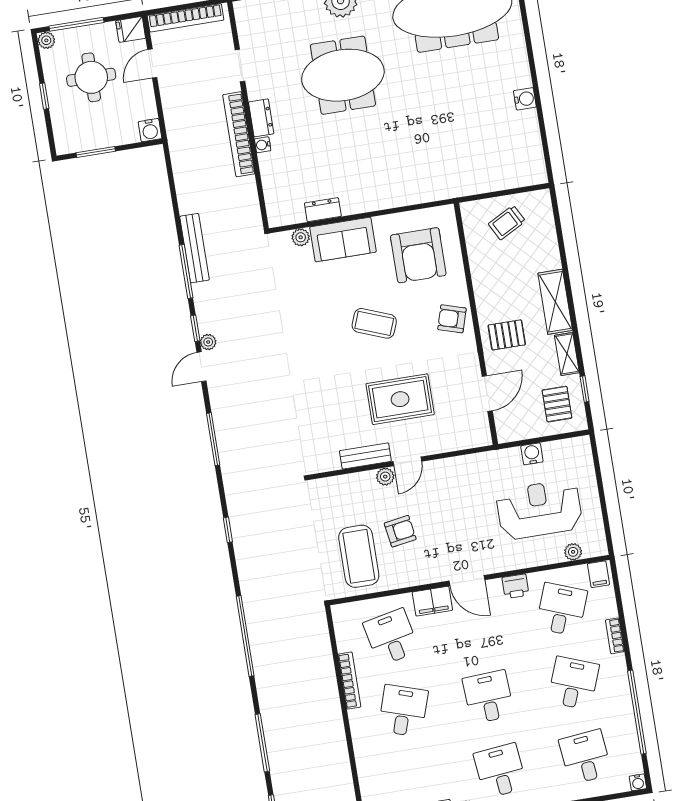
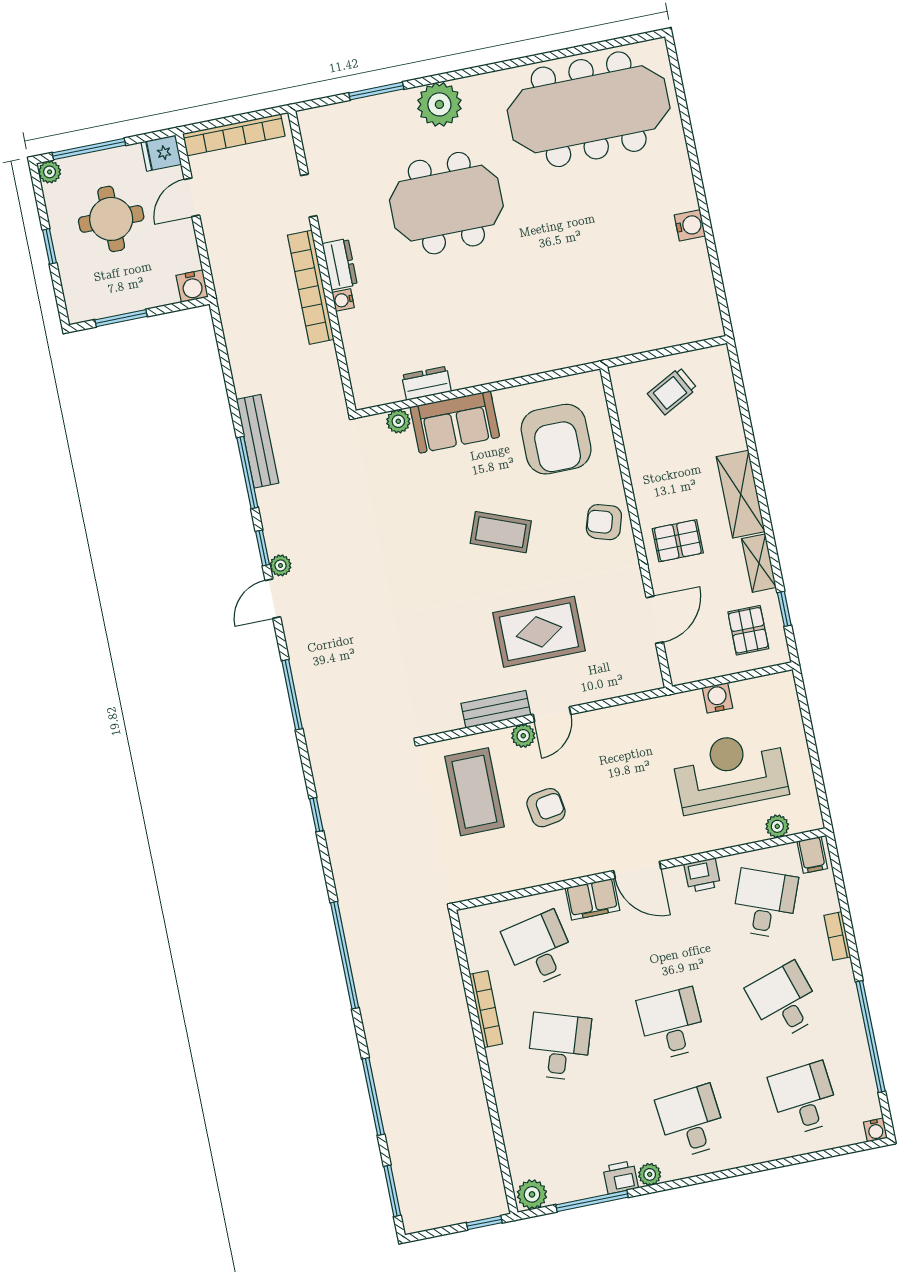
coffee table: (359, 556) -> (474, 792), moved
desk: (573, 683) -> (785, 1001), turned -39

